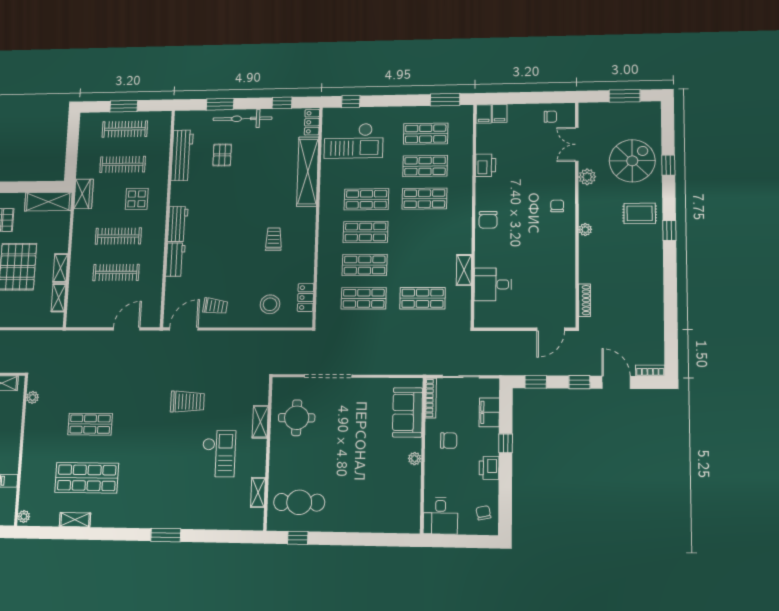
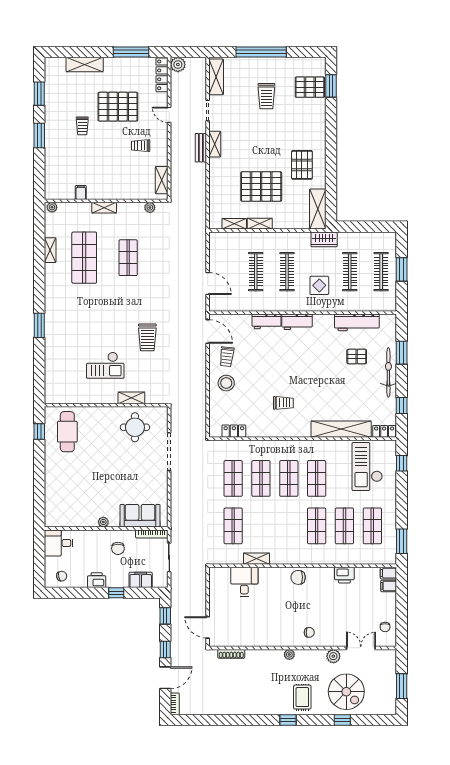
stool: (270, 304) -> (226, 383), moved
shelving: (258, 492) -> (104, 208), moved

